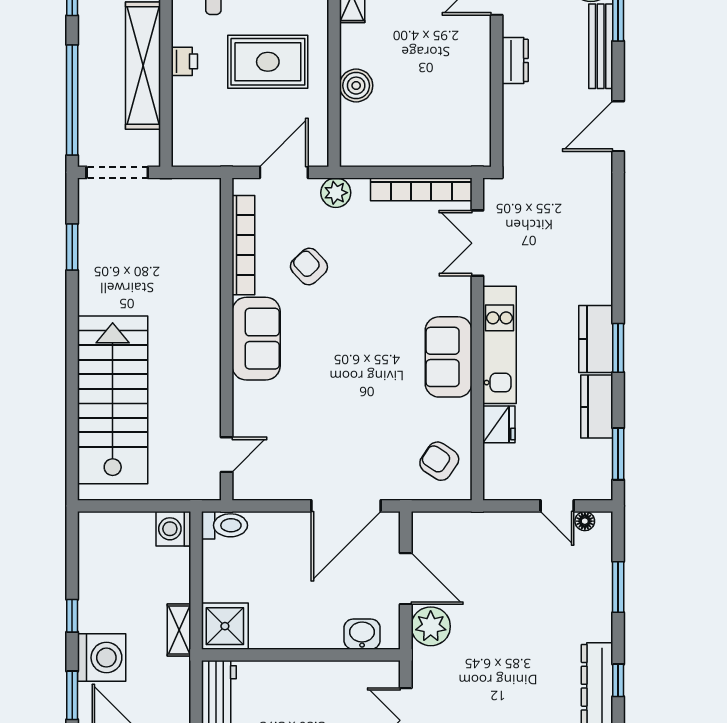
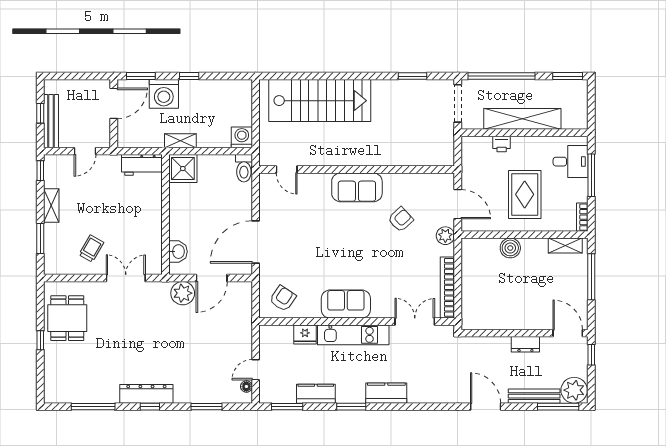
printer: (184, 61) -> (502, 144), moved
bookcase: (243, 245) -> (414, 180), removed
kitchen counter: (596, 339) -> (386, 393), moved
door: (346, 506) -> (256, 242), hinge flipped

